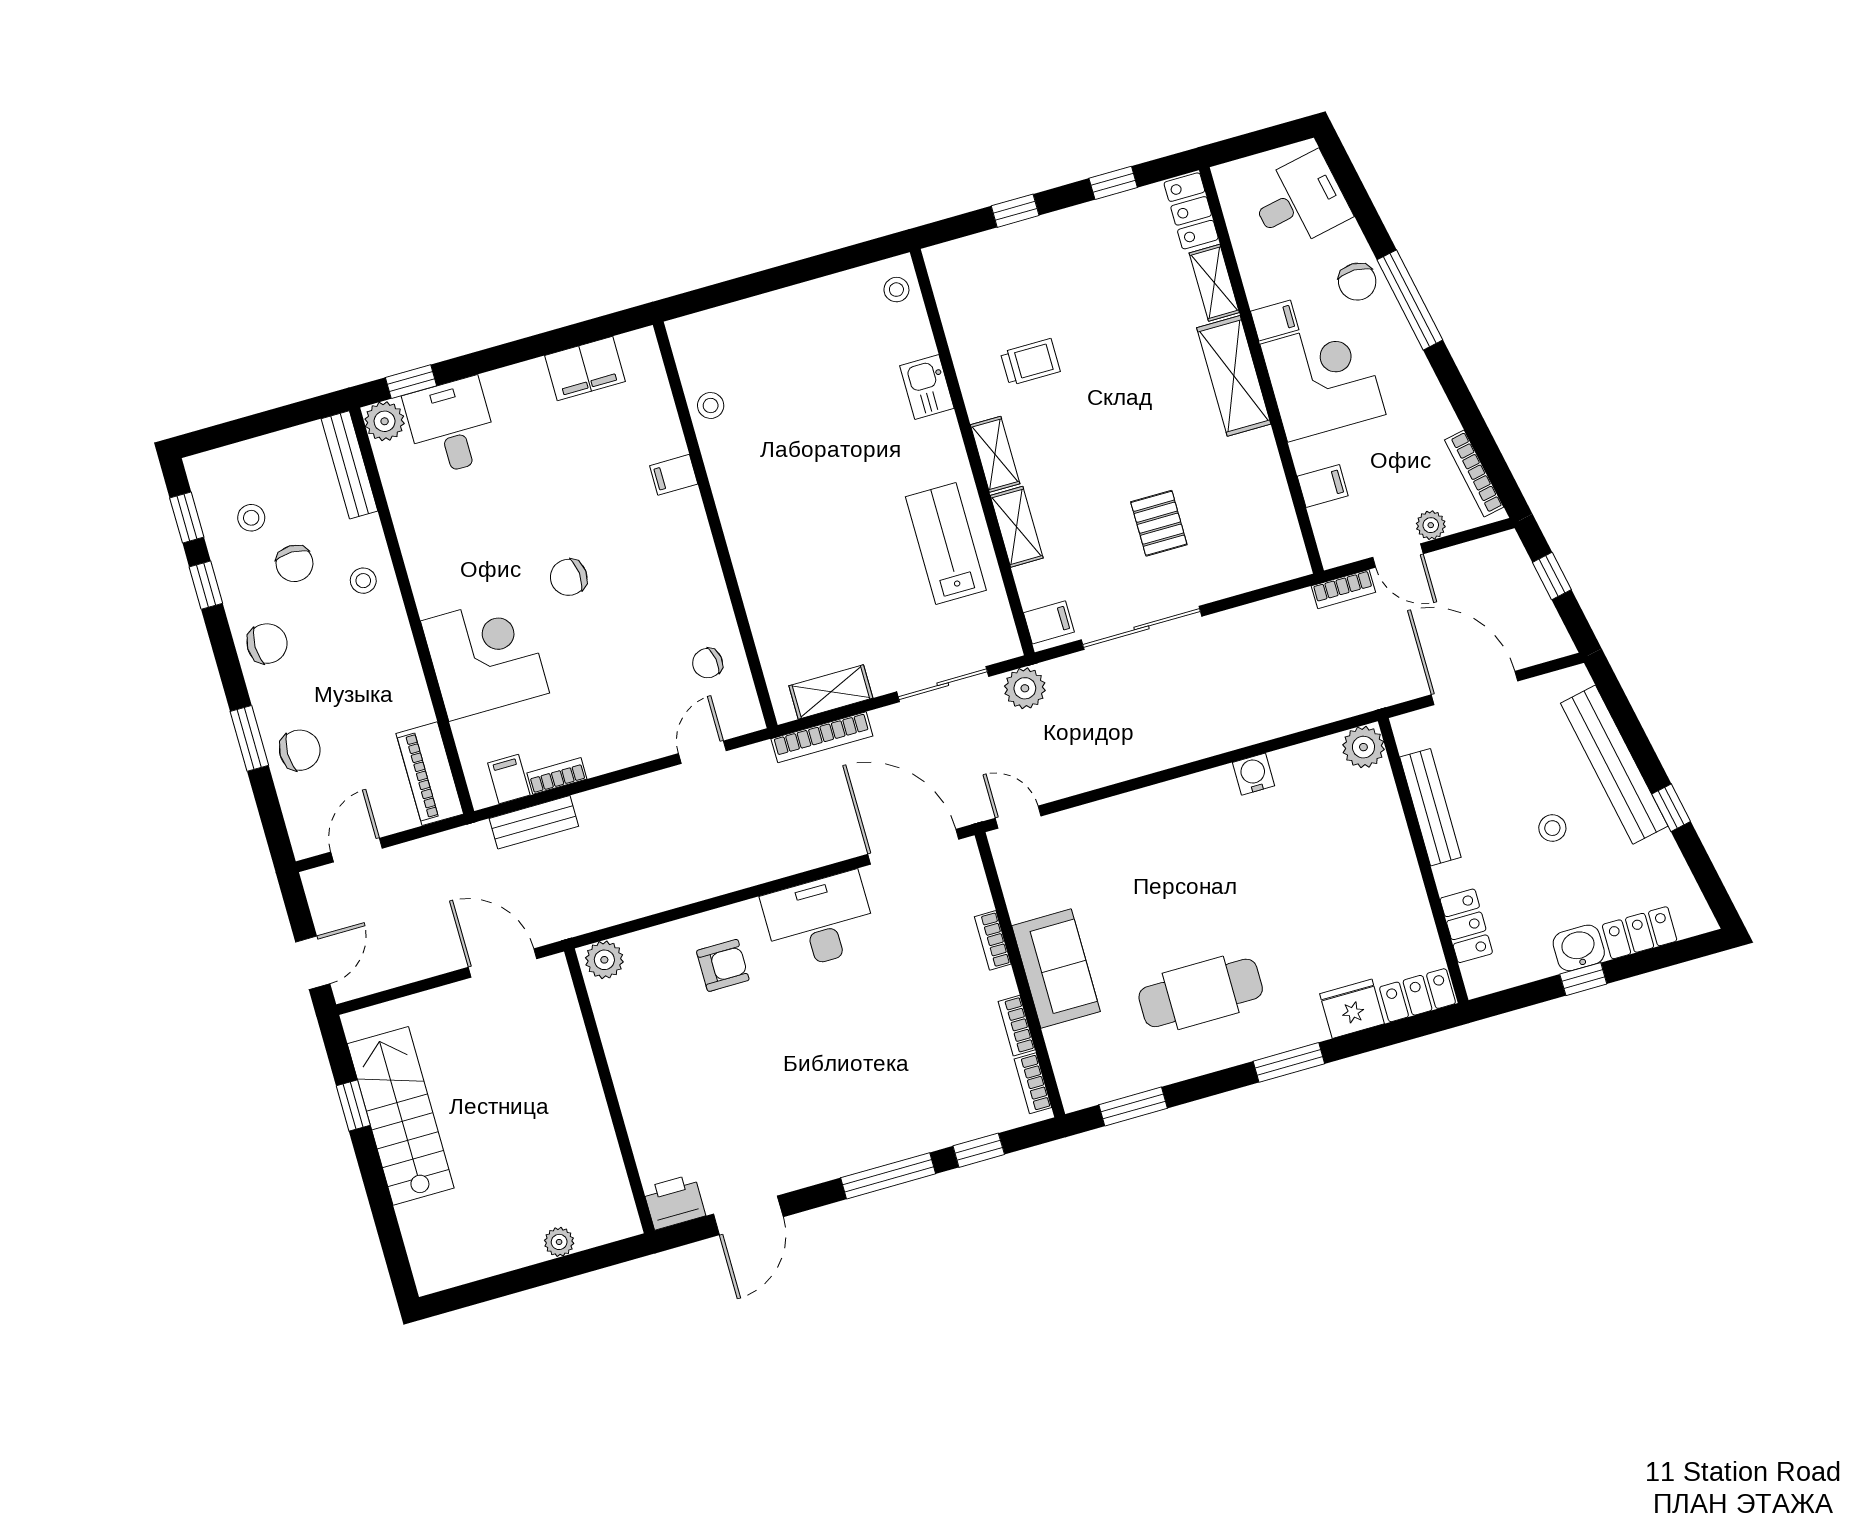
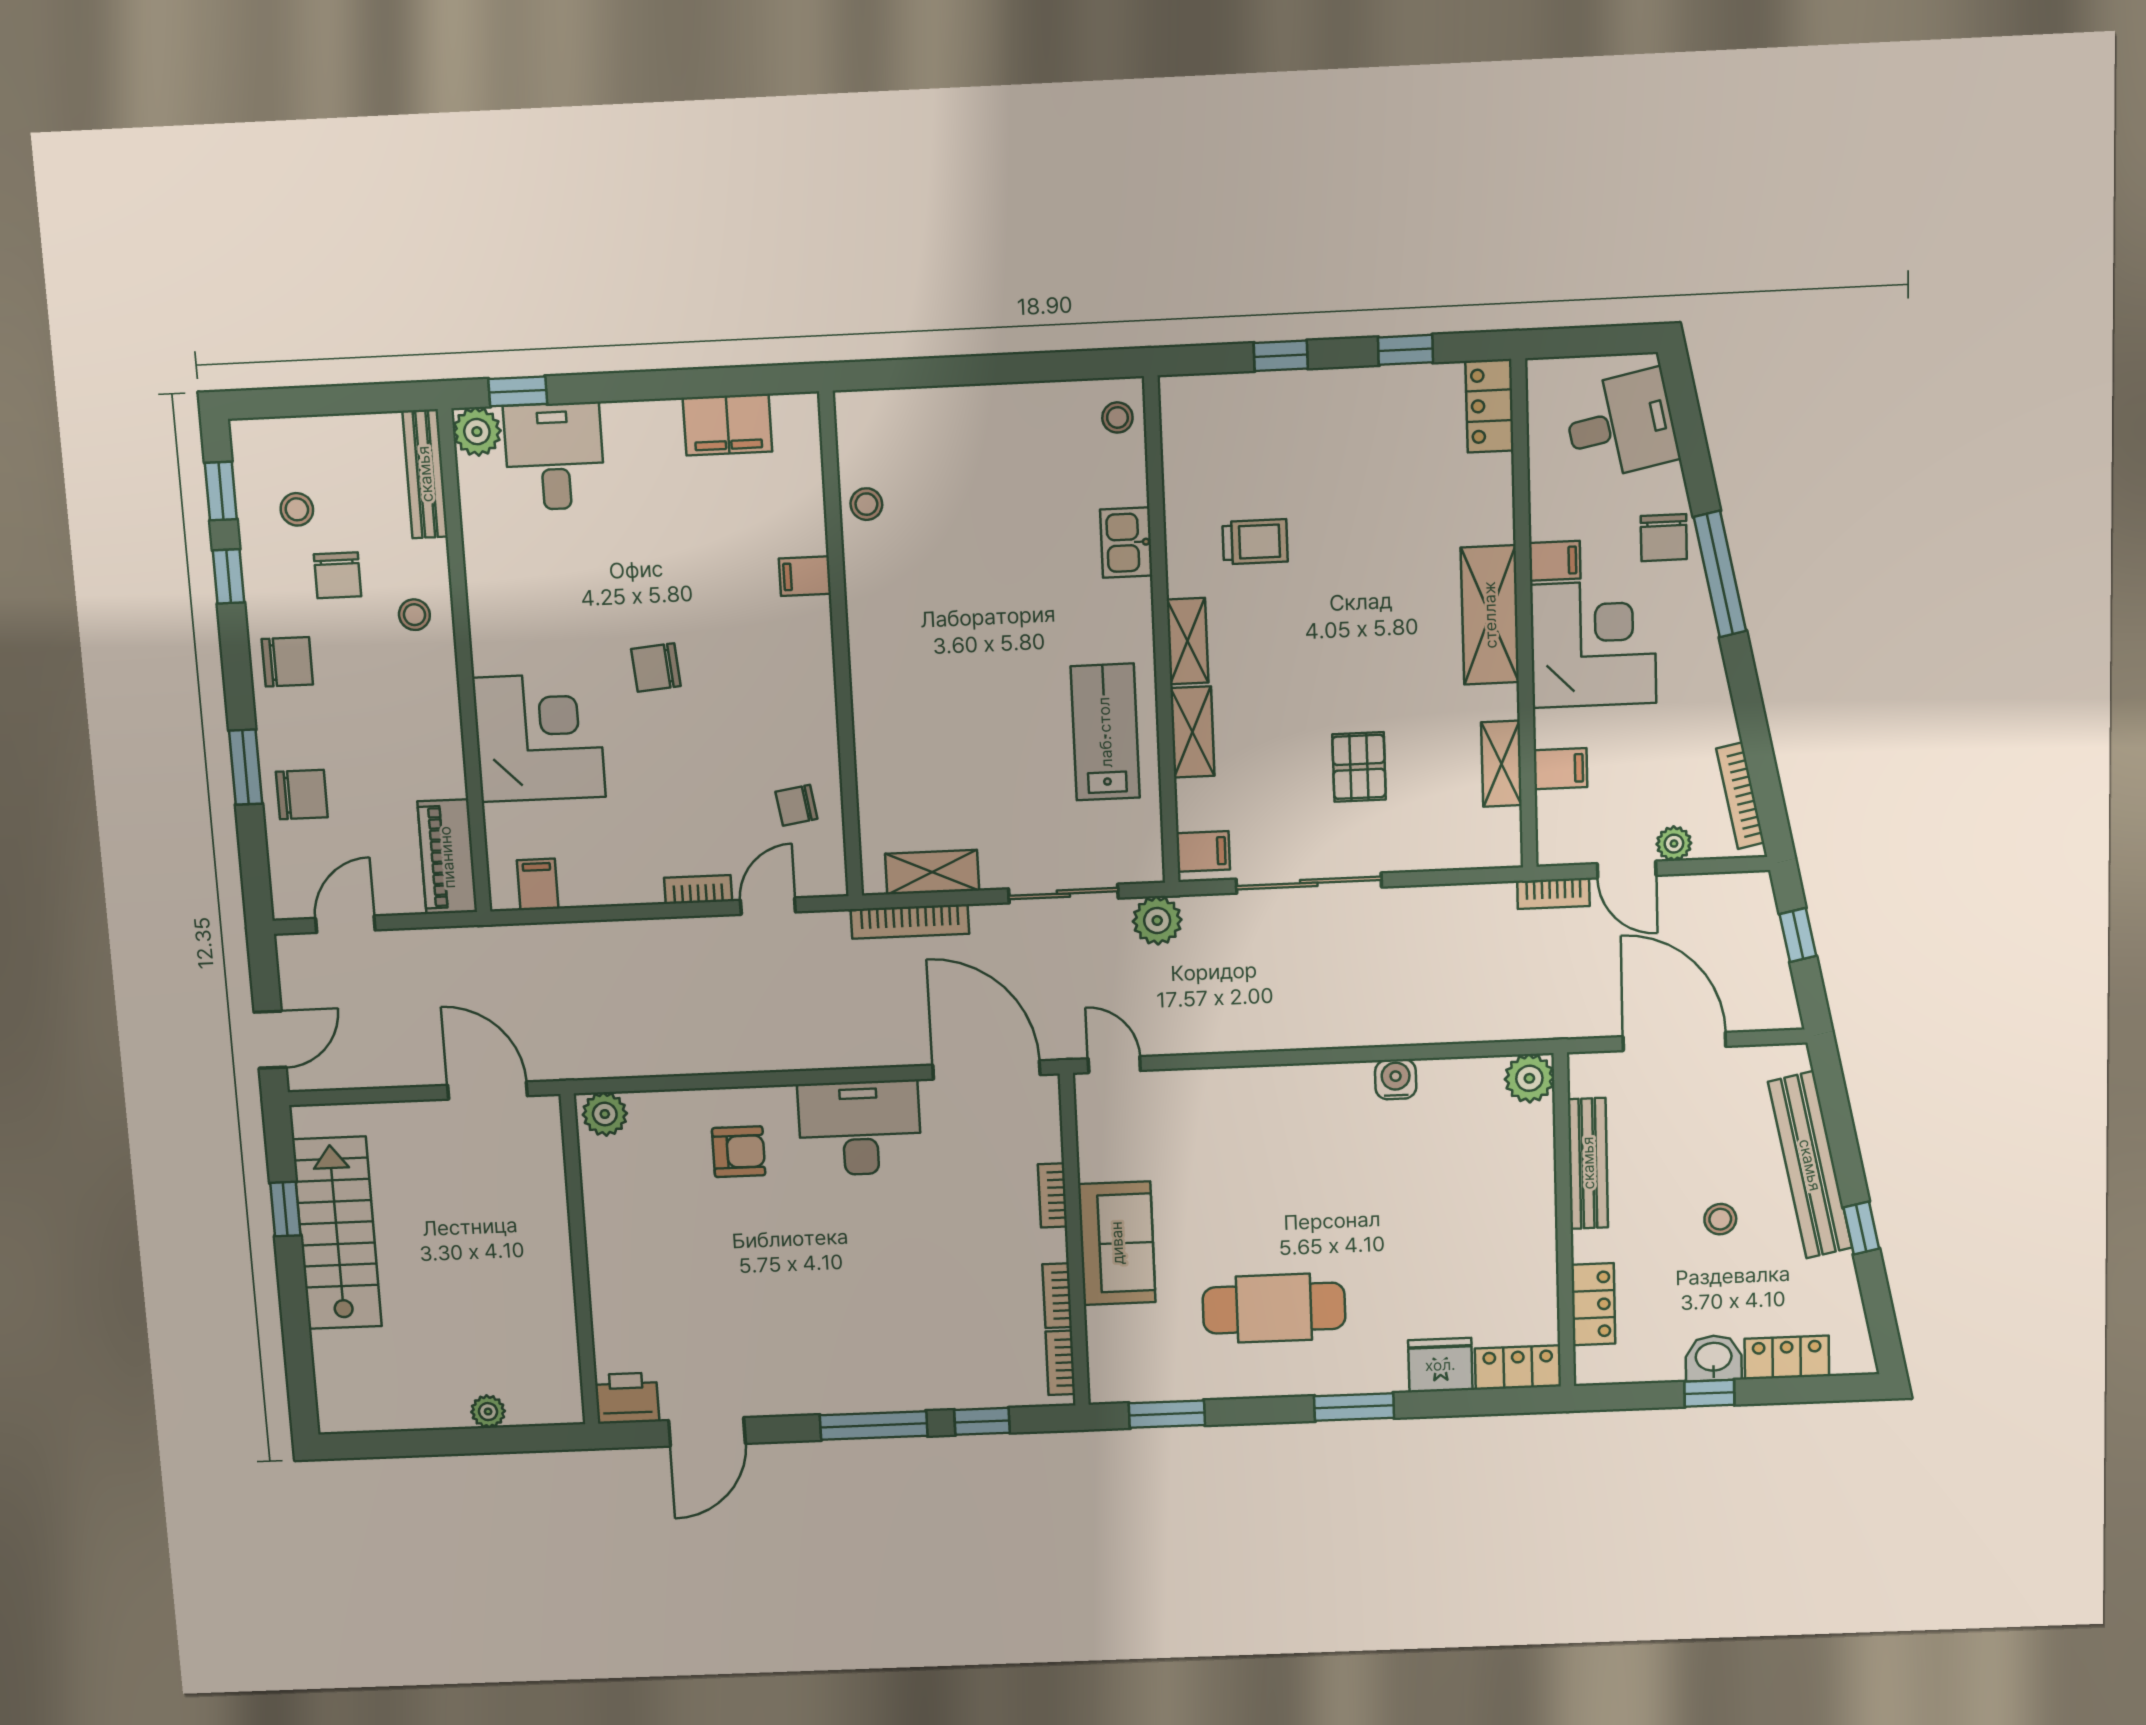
shelving: (1214, 283) -> (1501, 764), moved
bookcase: (557, 776) -> (698, 889), moved
bench: (534, 822) -> (556, 940), removed

